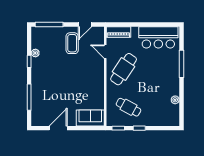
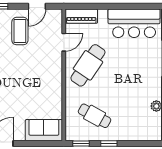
door: (105, 52) -> (64, 42), swing flipped

